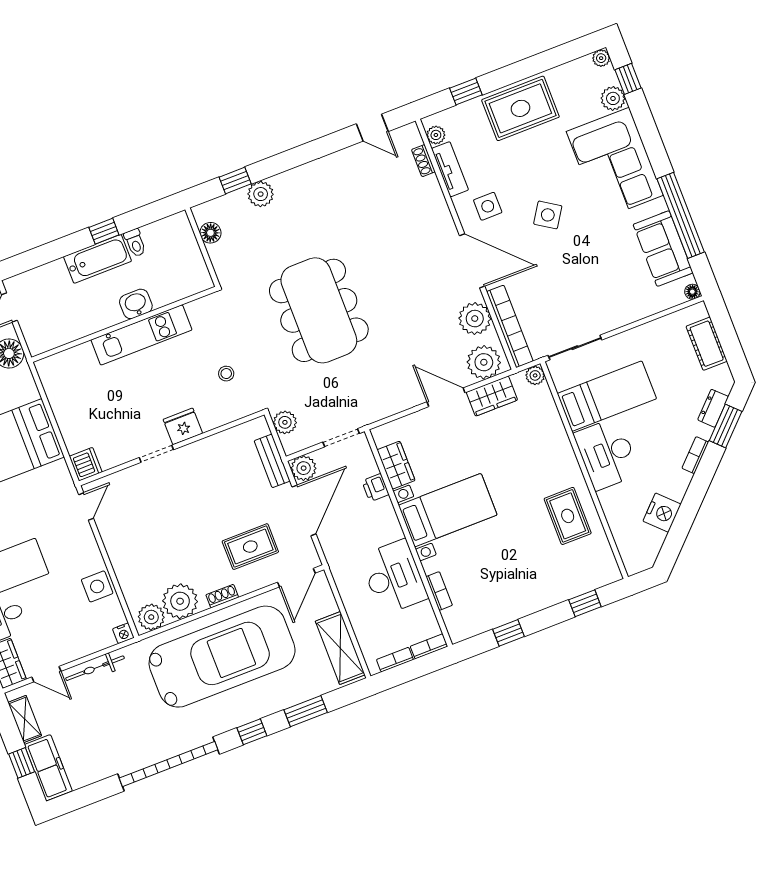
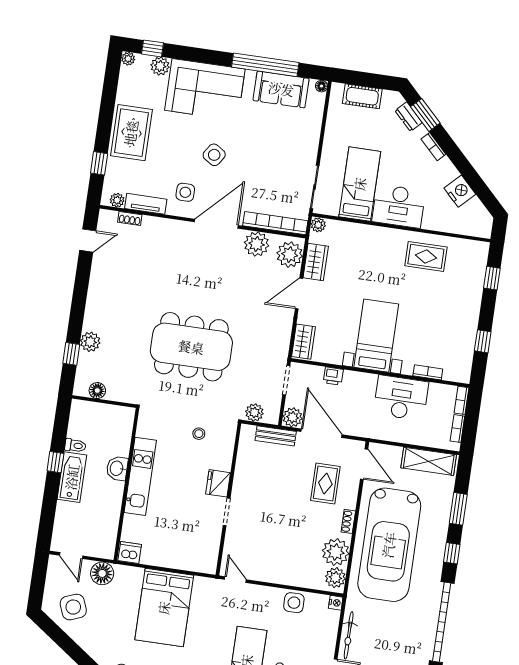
dishwasher: (86, 464) -> (130, 552), moved
wardrobe: (396, 465) -> (303, 342), moved, turned 90
car: (222, 657) -> (389, 545), turned 180

